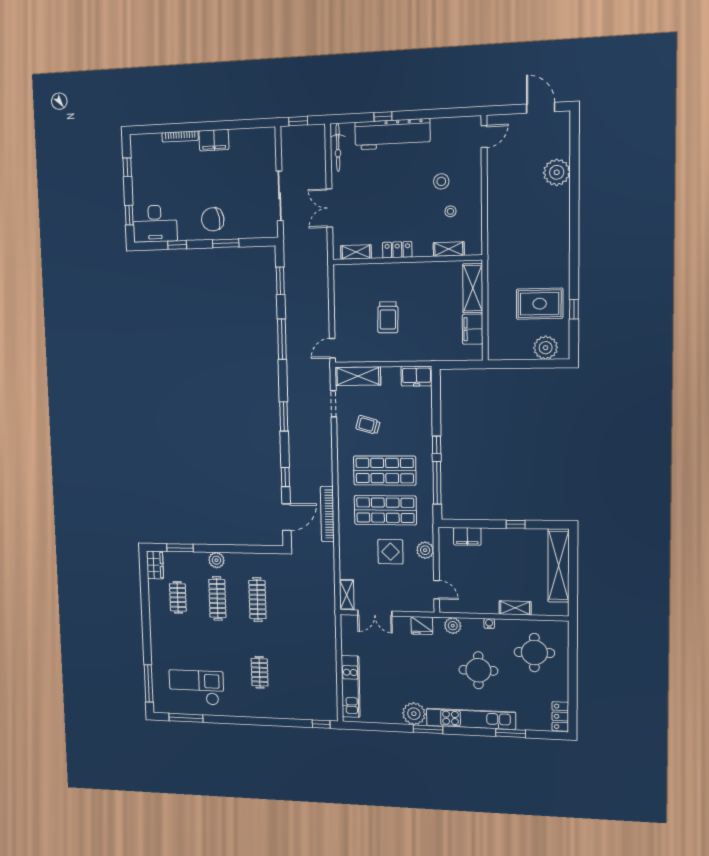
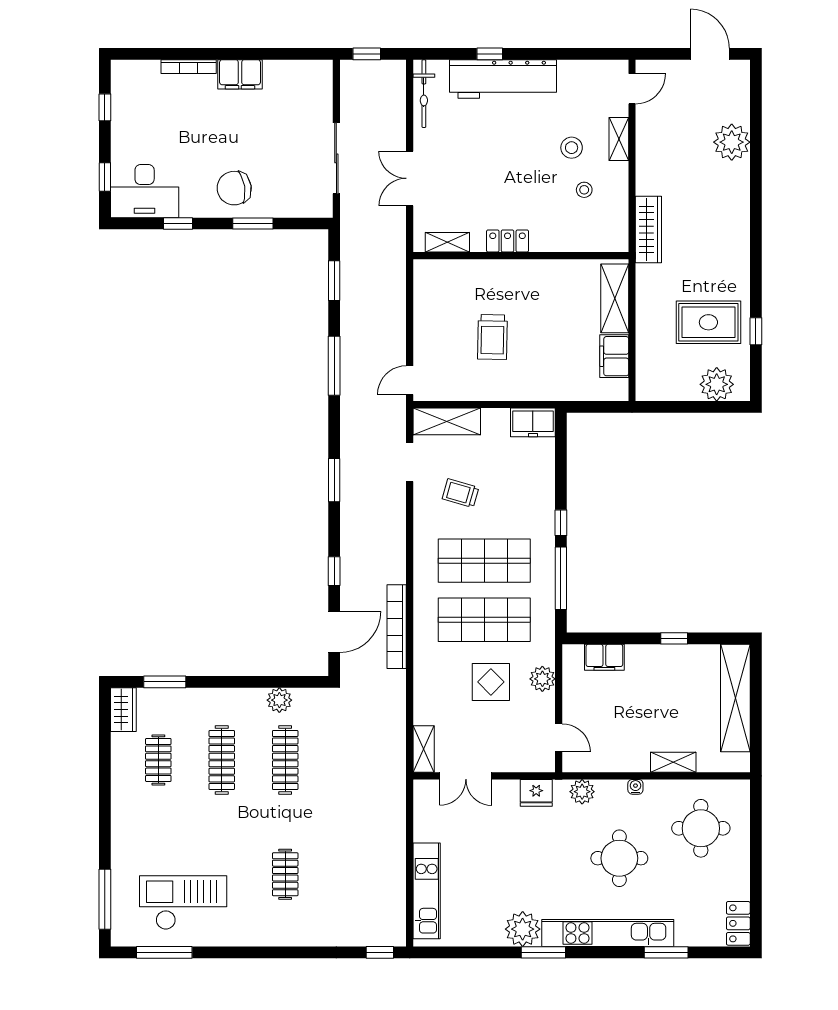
wardrobe: (496, 238) -> (648, 229), added
shelving: (449, 249) -> (619, 139), moved, turned 90
plant: (216, 560) -> (279, 700), moved

